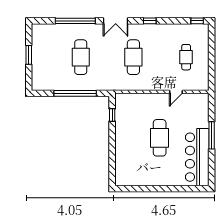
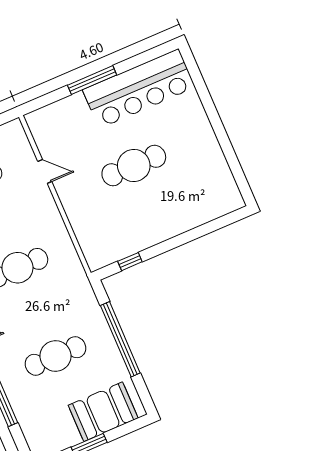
booth: (42, 69) -> (103, 412), added

